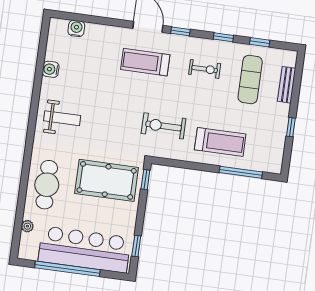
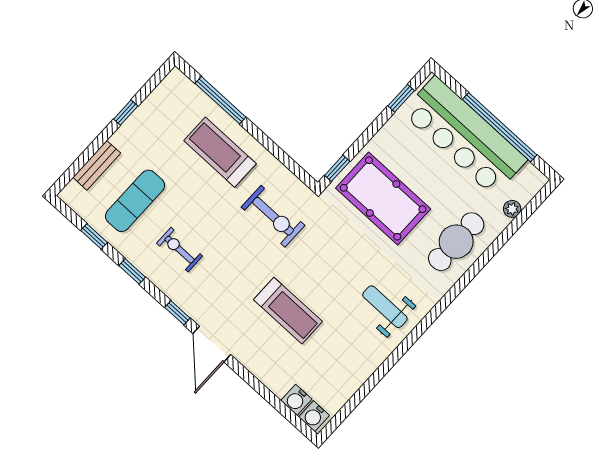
treadmill: (145, 62) -> (288, 311), moved
water cooler: (51, 69) -> (314, 416), moved, turned 90

